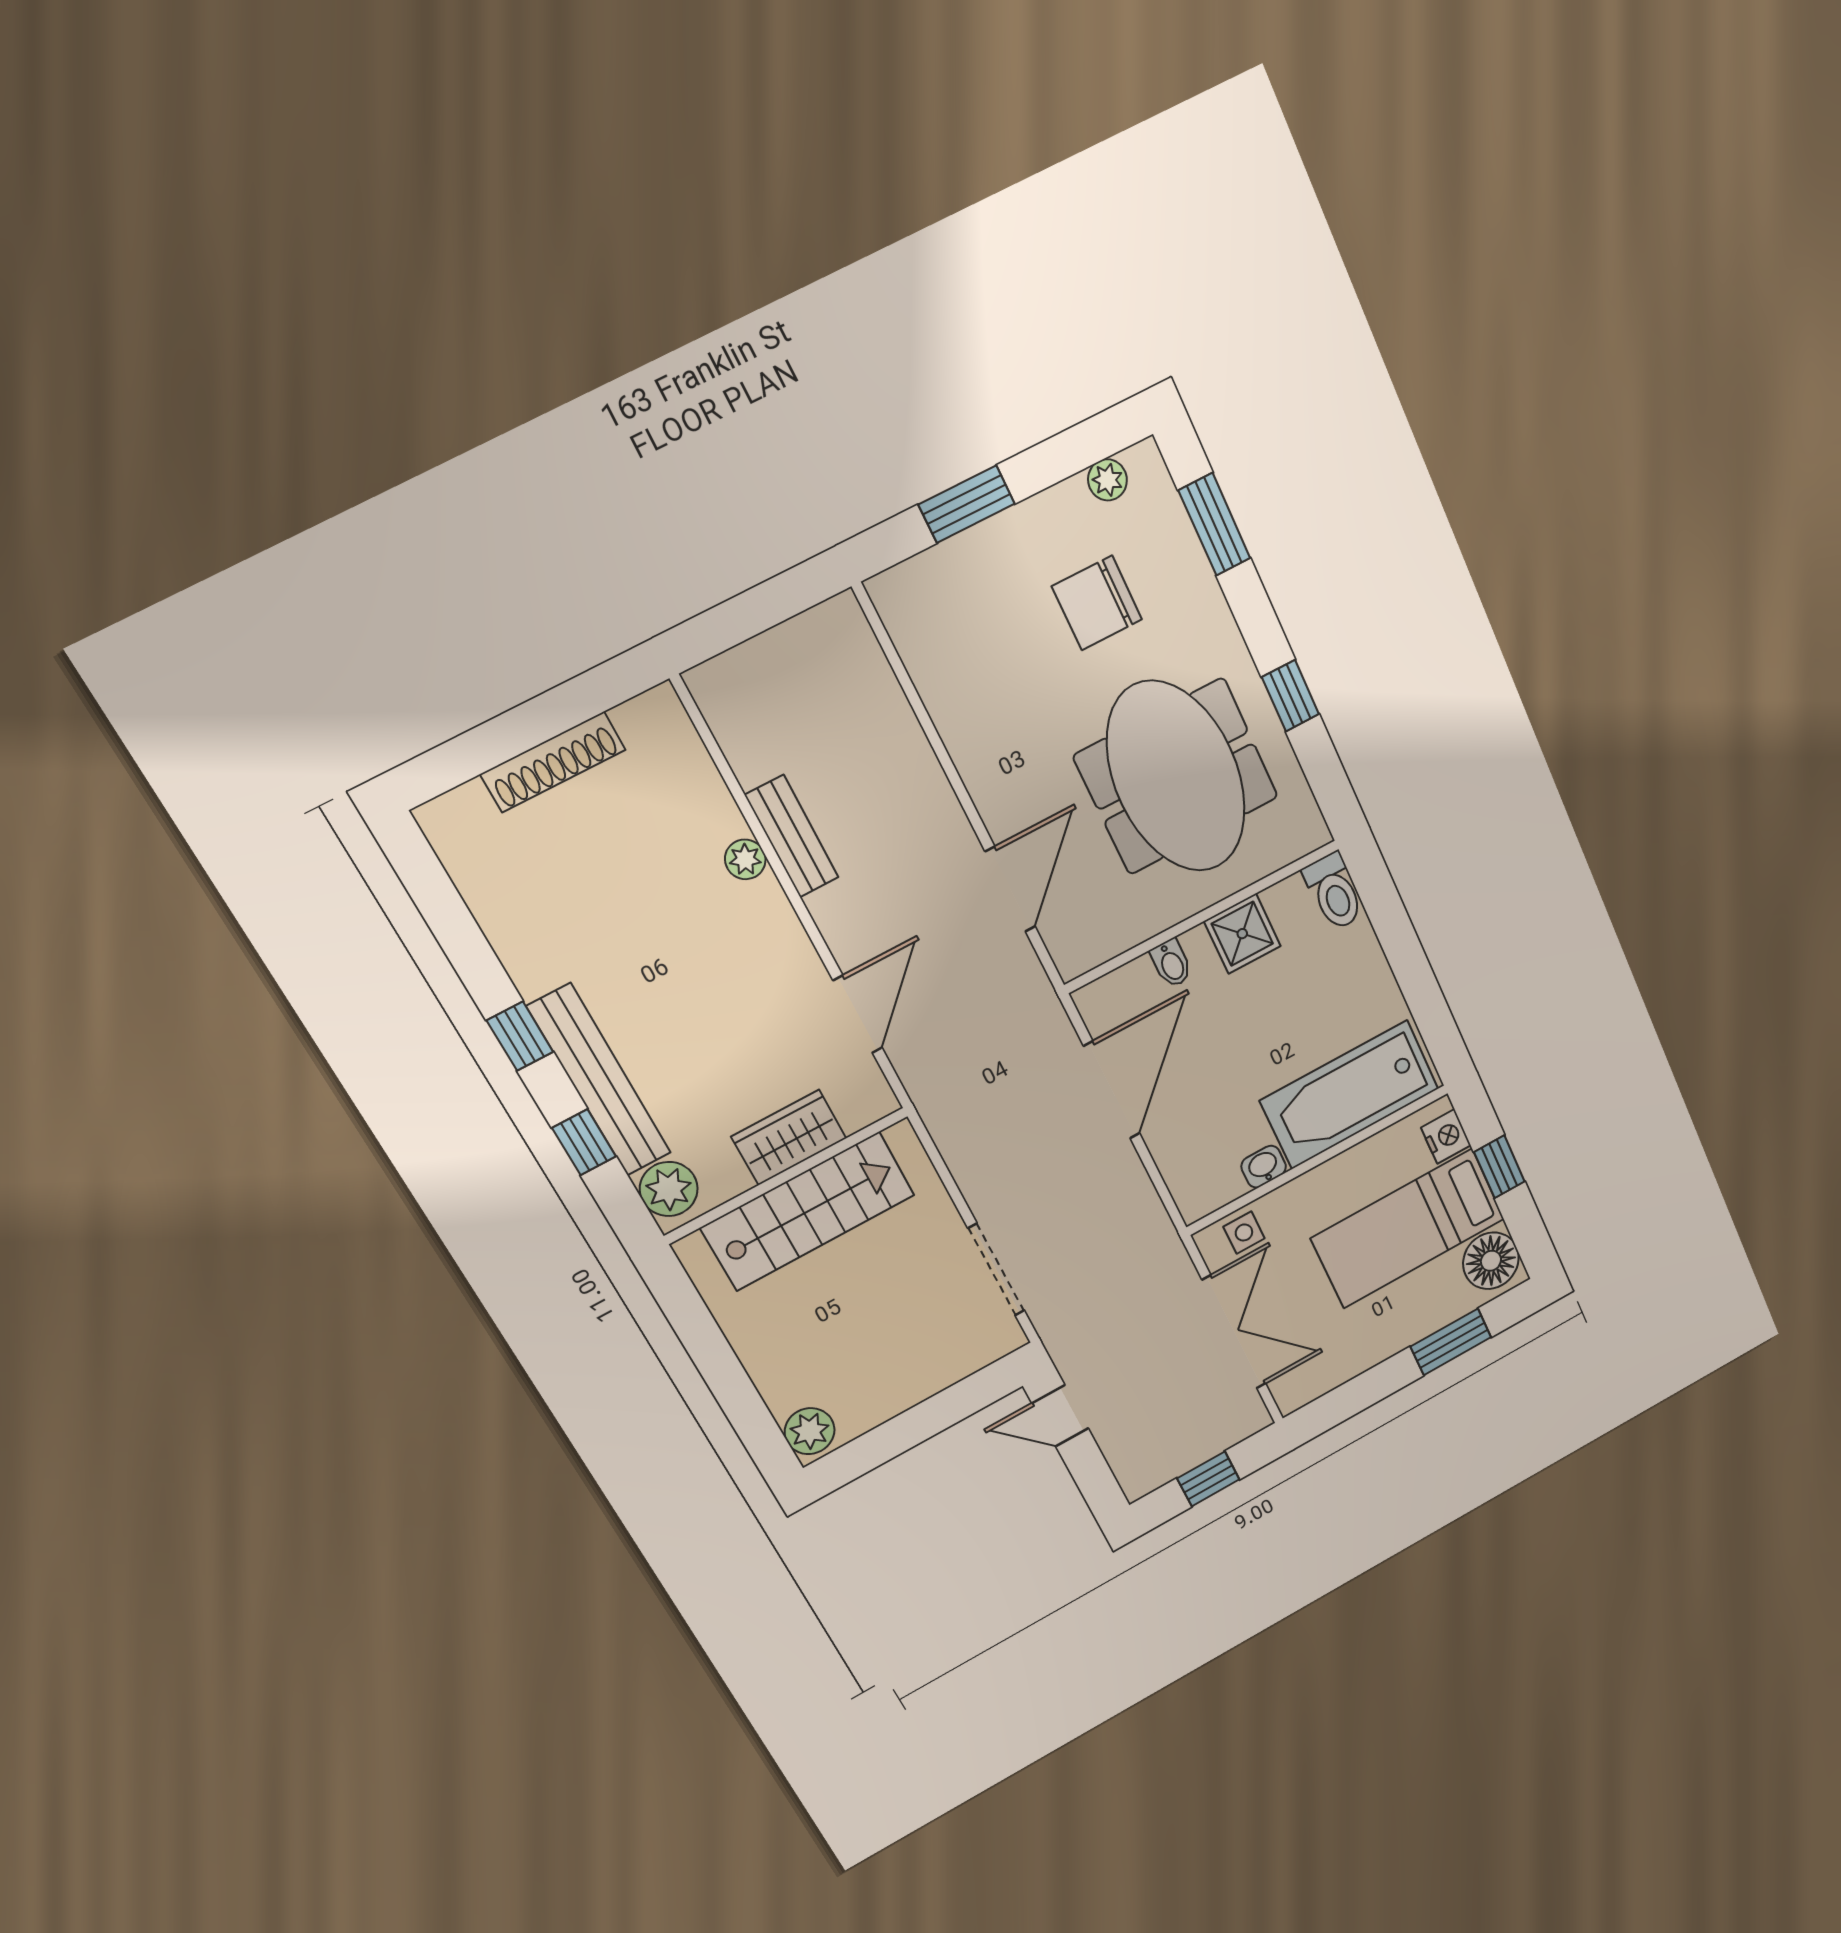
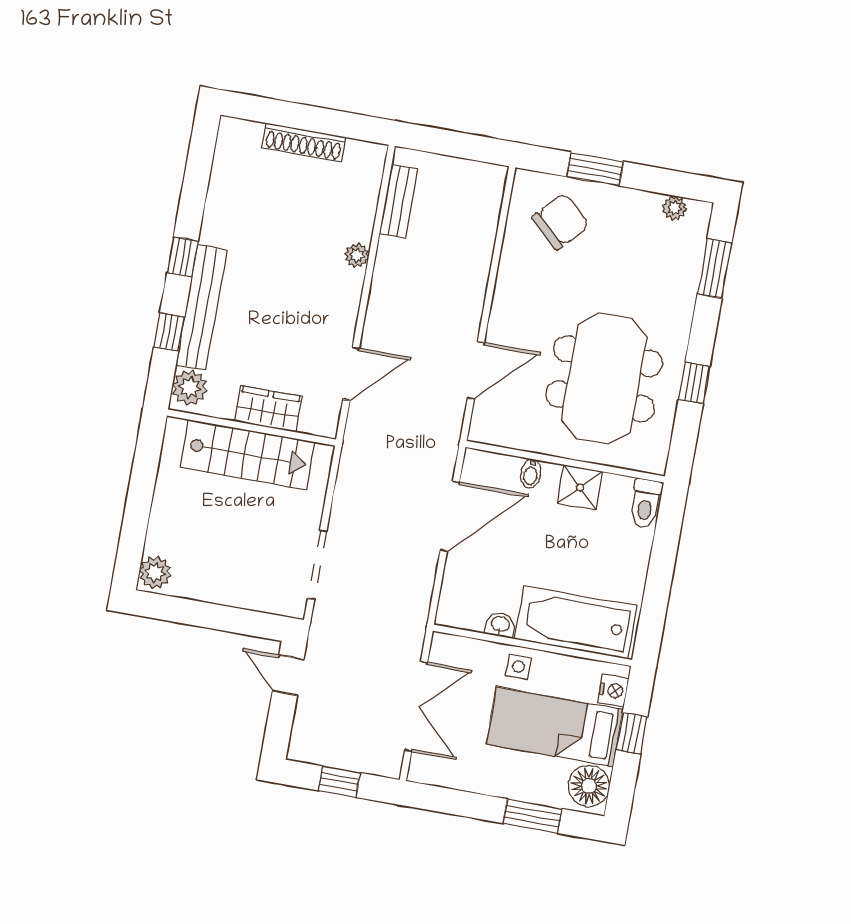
chair: (1097, 603) -> (561, 221), moved, turned 133
bench: (792, 836) -> (399, 201), moved
side table: (1244, 1232) -> (519, 667), moved

